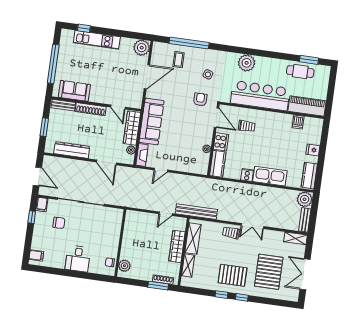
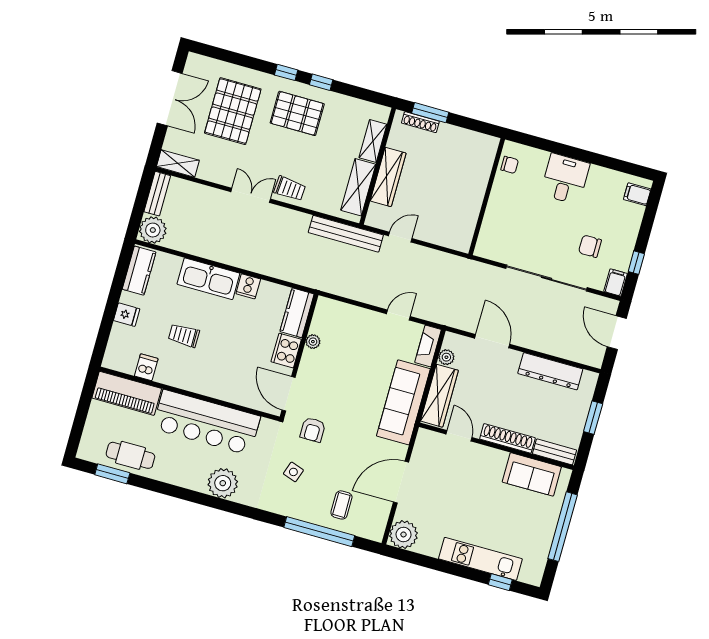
trolley: (247, 126) -> (184, 335), moved
plant: (124, 266) -> (485, 156), removed

